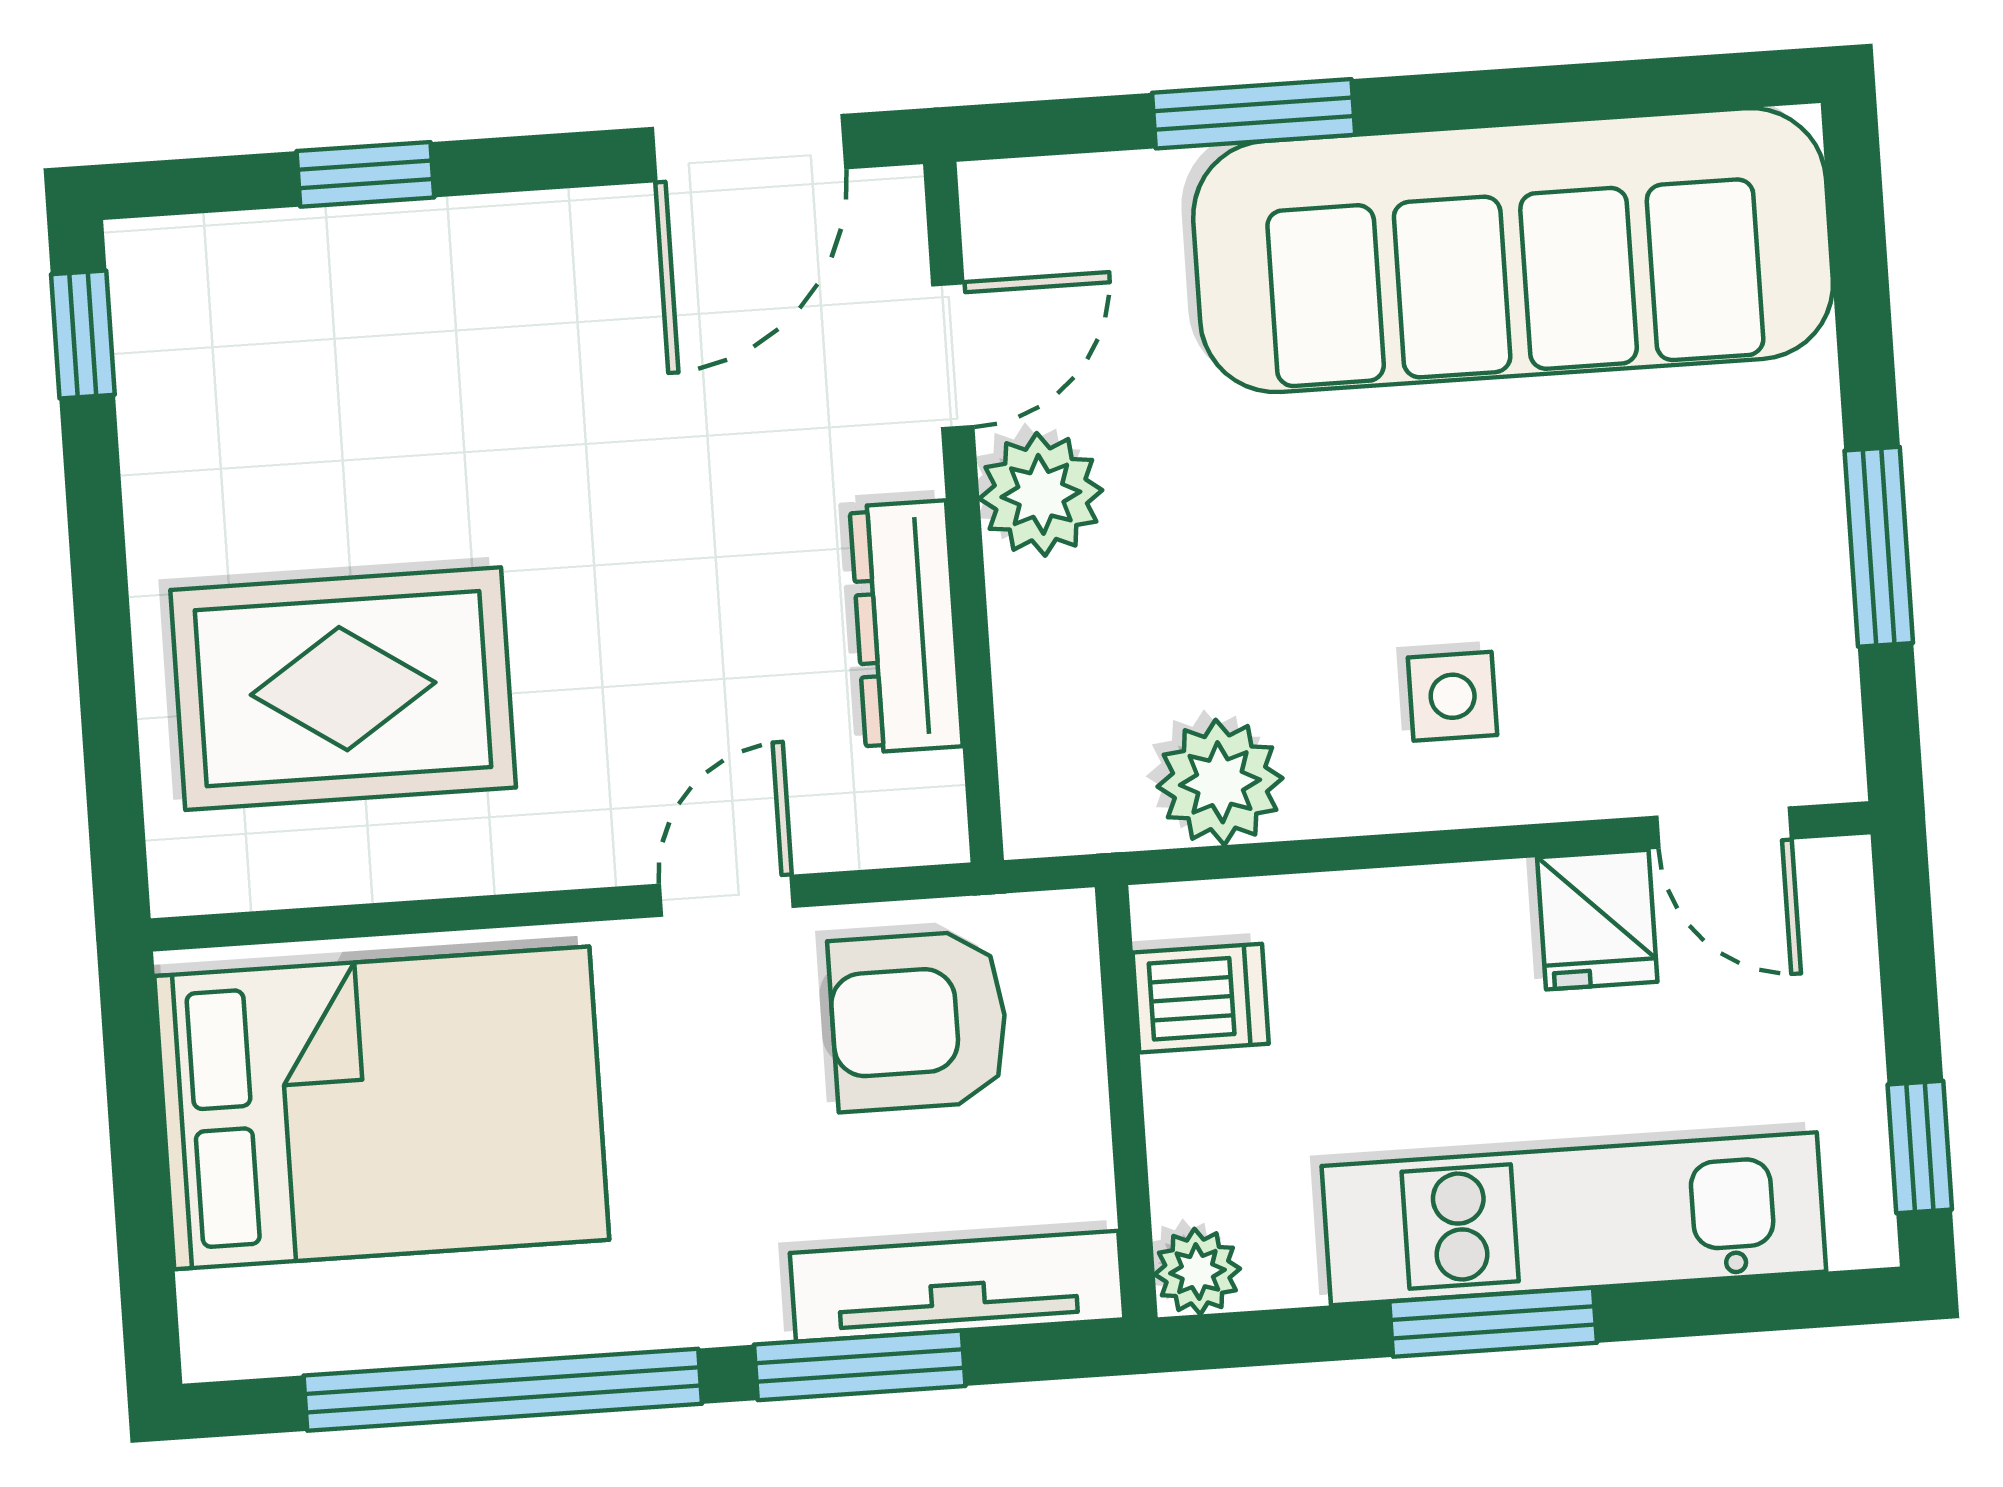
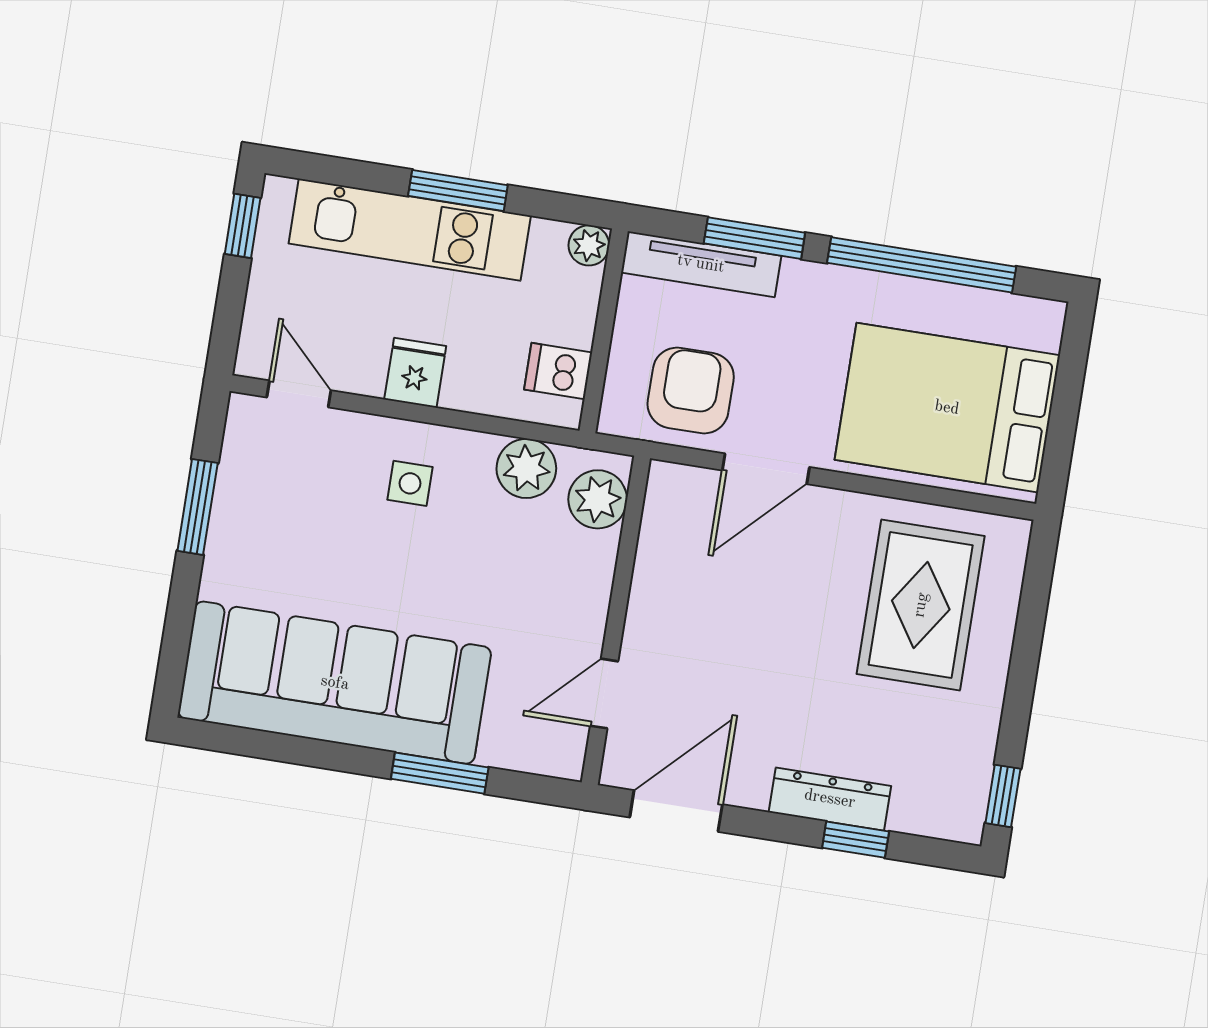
plant: (1041, 494) -> (598, 499), moved
dresser: (906, 626) -> (830, 799), moved, turned -90
rug: (343, 689) -> (921, 605), turned 90
door: (726, 896) -> (766, 469), width x1.38
fridge: (1597, 920) -> (415, 373), moved
armchair: (919, 1021) -> (691, 390), turned -90

